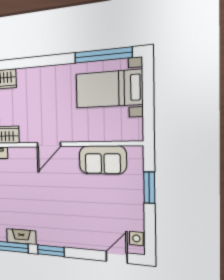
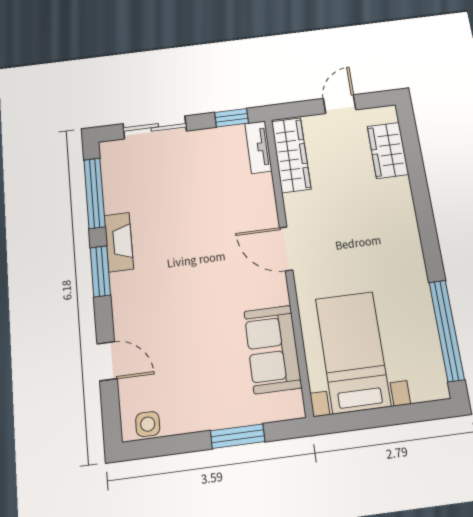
bed with nightstands: (109, 89) -> (353, 352), moved
fireplace: (21, 237) -> (119, 242), moved
door: (117, 257) -> (107, 361), moved

